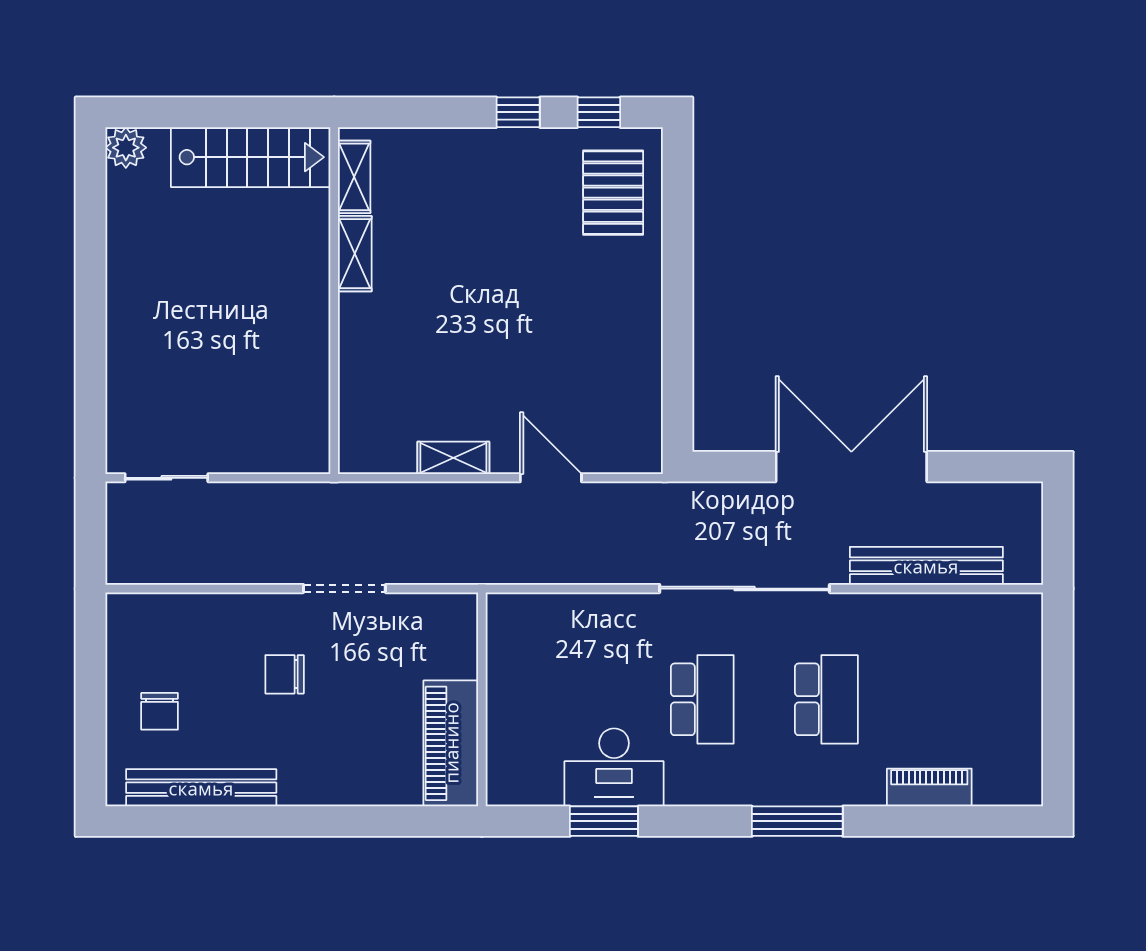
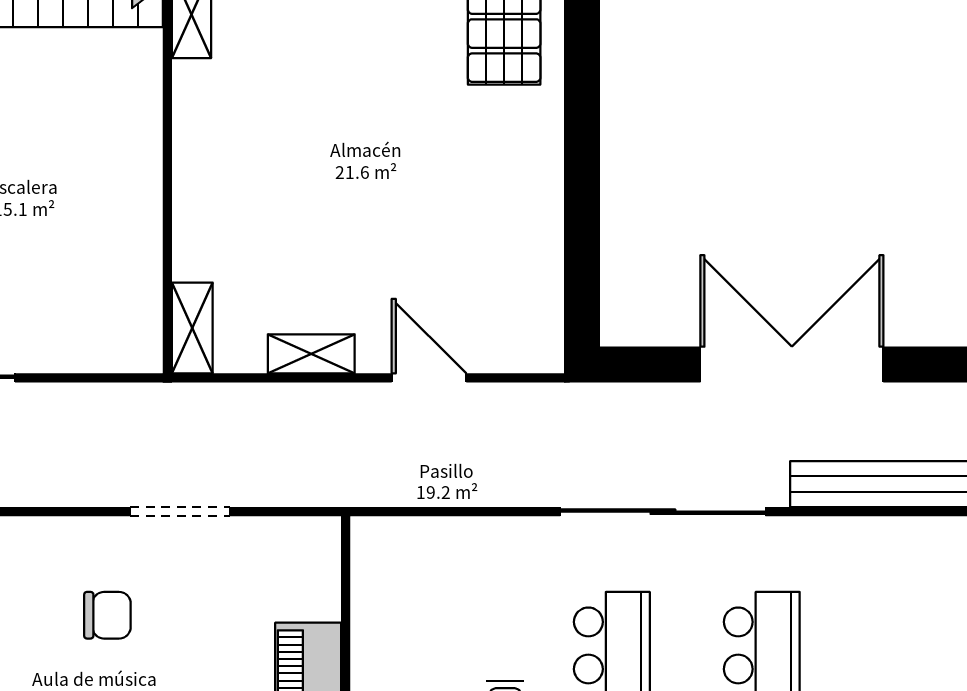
shelving: (355, 254) -> (192, 328), moved
chair: (285, 674) -> (107, 615), turned 180

